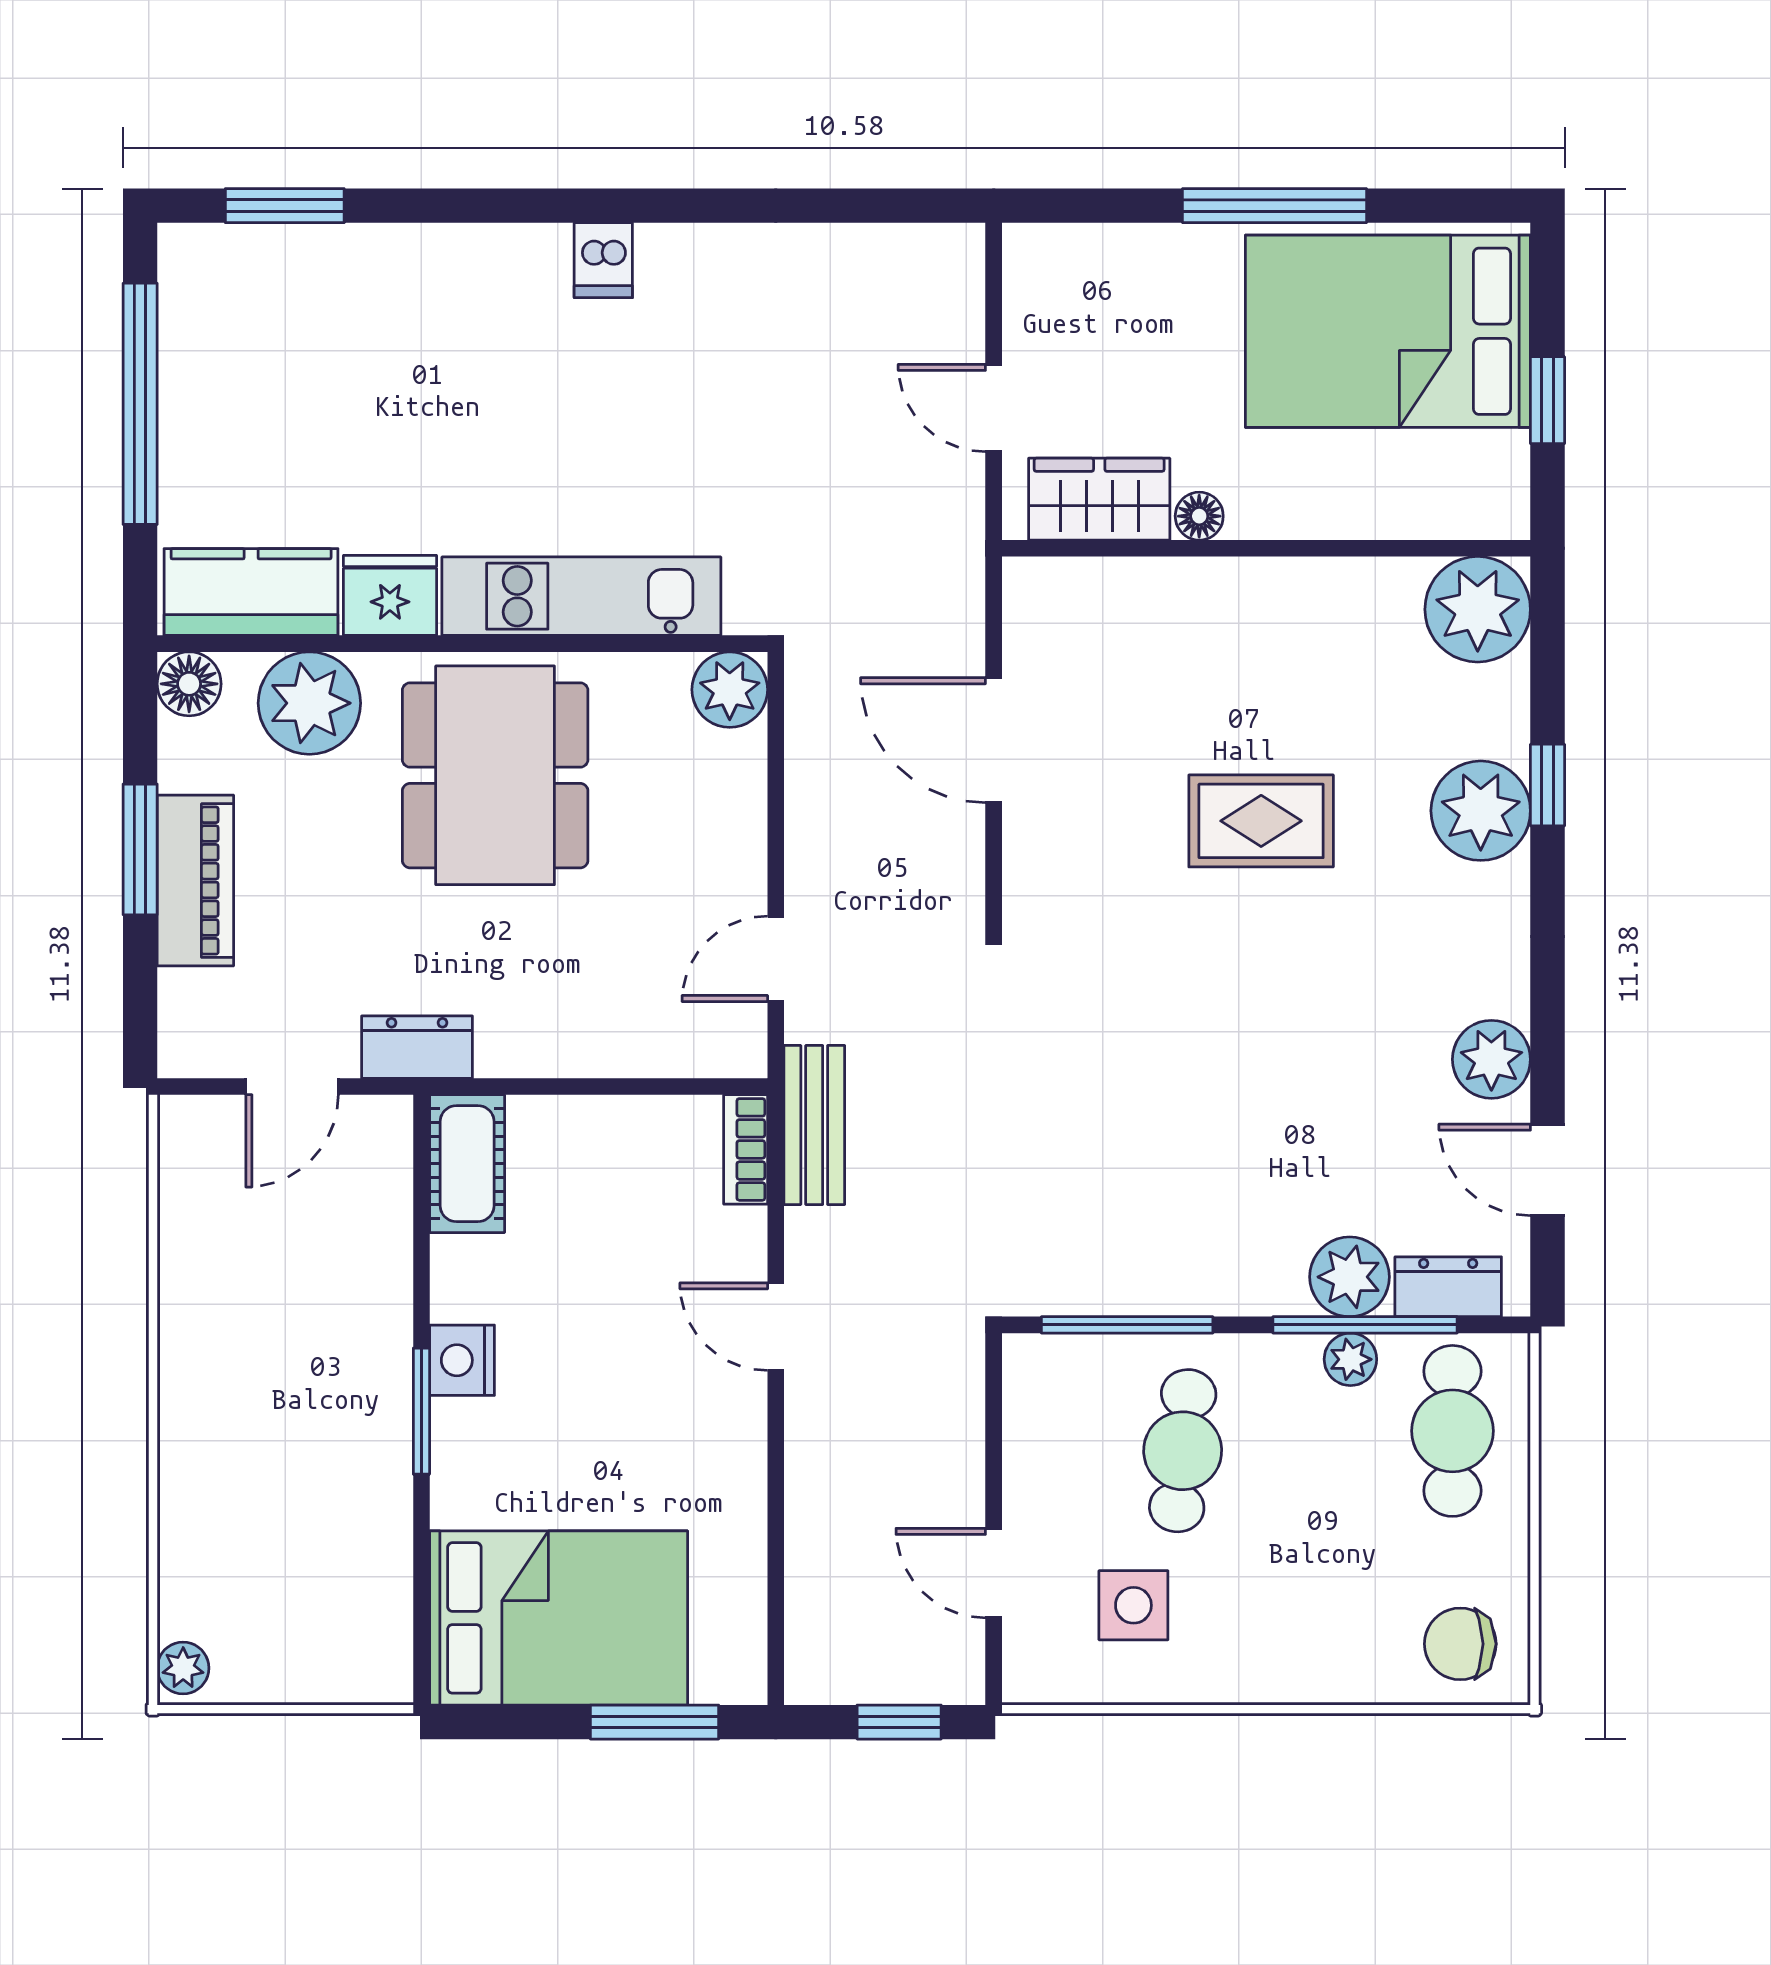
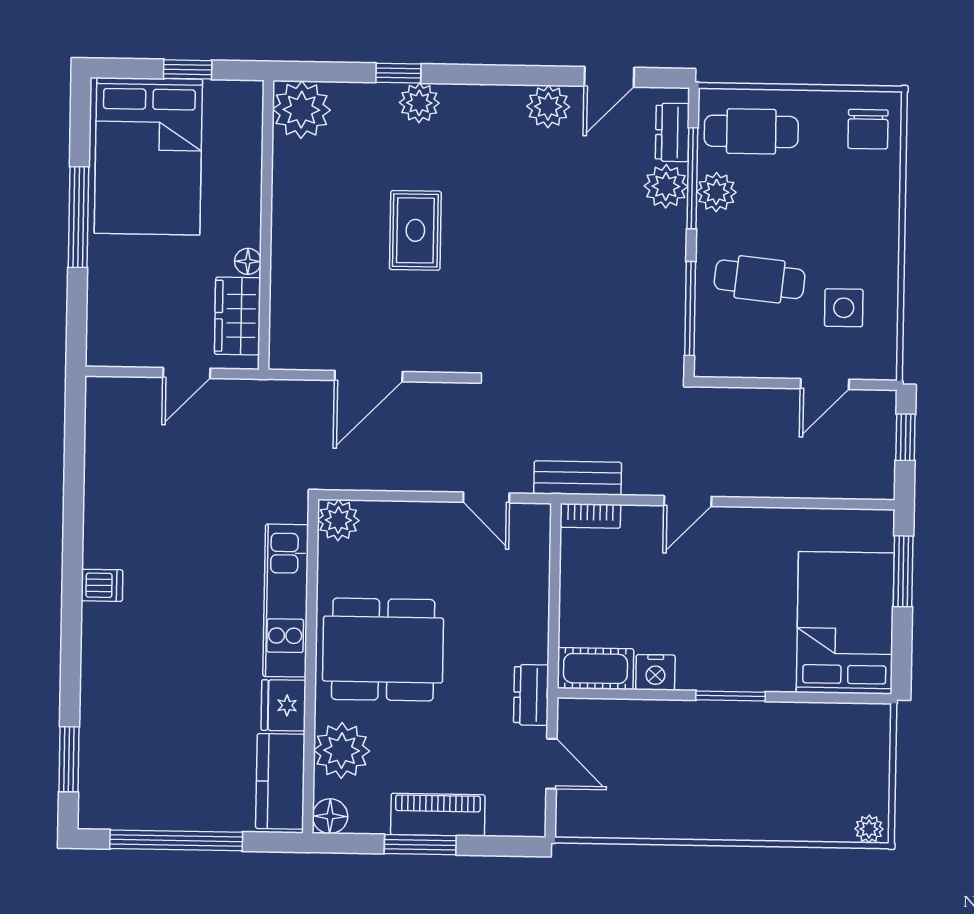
plant: (1481, 811) -> (419, 103), width x0.73, depth x0.73
plant: (1350, 1359) -> (716, 192), width x1.38, depth x1.38
nightstand: (462, 1360) -> (655, 672), moved

